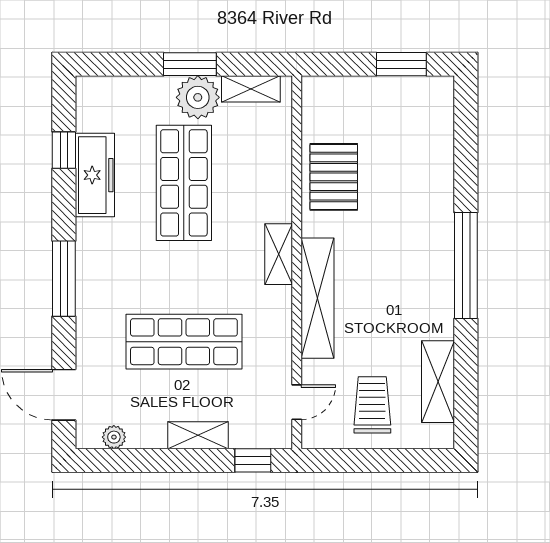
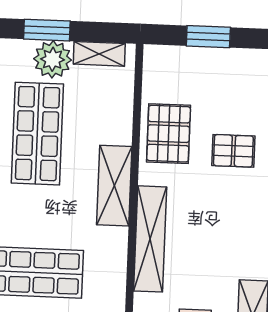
window: (401, 64) -> (208, 37), moved
pallet: (409, 194) -> (233, 151), added
shelving: (279, 254) -> (114, 186), width x1.50, depth x1.33

